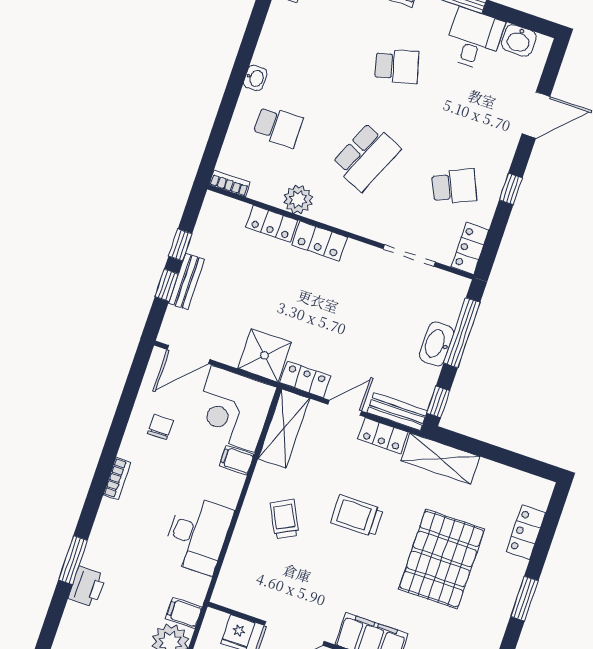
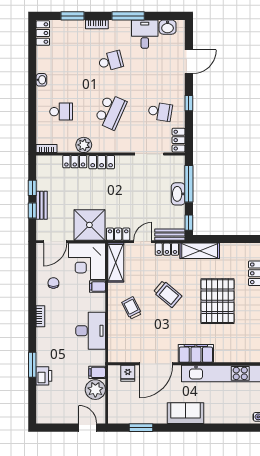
washbasin: (255, 78) -> (41, 80), moved
school desk: (454, 186) -> (160, 112), turned 33
shower: (265, 355) -> (89, 225), width x1.37, depth x1.37
trolley: (357, 516) -> (168, 294), turned -140

